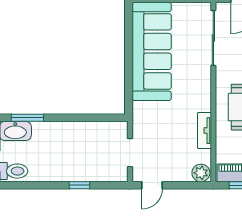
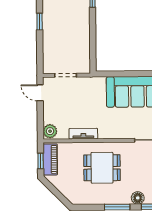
window: (80, 185) -> (40, 22), moved

